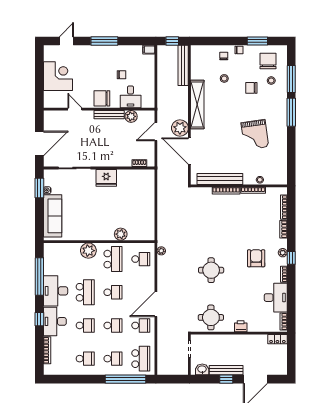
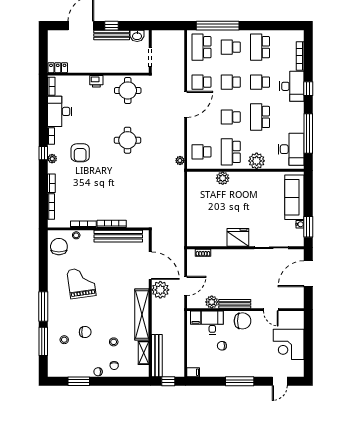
chair: (268, 61) -> (59, 247), moved, turned 180
shelving: (196, 68) -> (144, 353), added
filing cabinet: (146, 102) -> (196, 318), added
desk: (56, 291) -> (291, 149), moved
school desk: (85, 359) -> (260, 47), width x1.85

